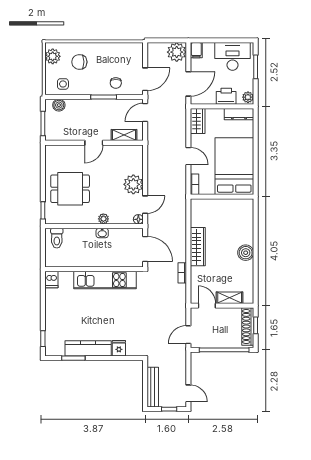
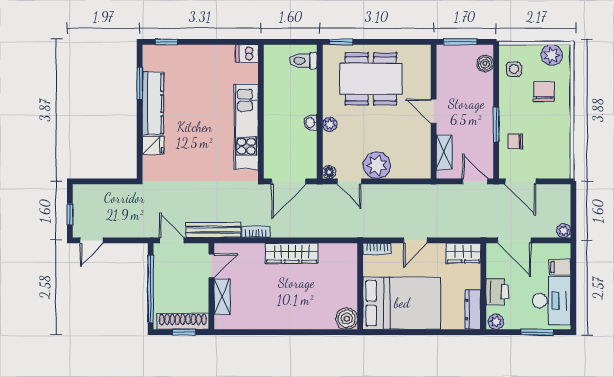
filing cabinet: (196, 50) -> (560, 267), moved
plant: (177, 52) -> (564, 231), width x0.53, depth x0.53
dining table: (70, 189) -> (371, 79), width x1.38
boiler: (246, 253) -> (347, 319), moved
bench: (153, 387) -> (213, 230), moved

